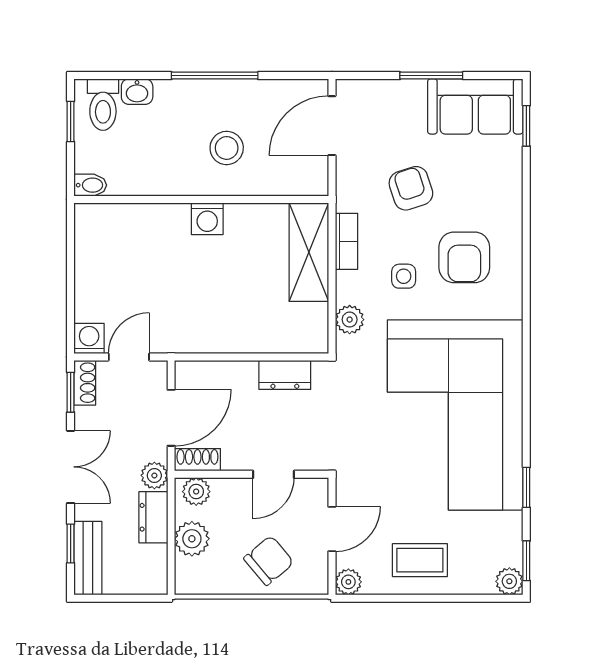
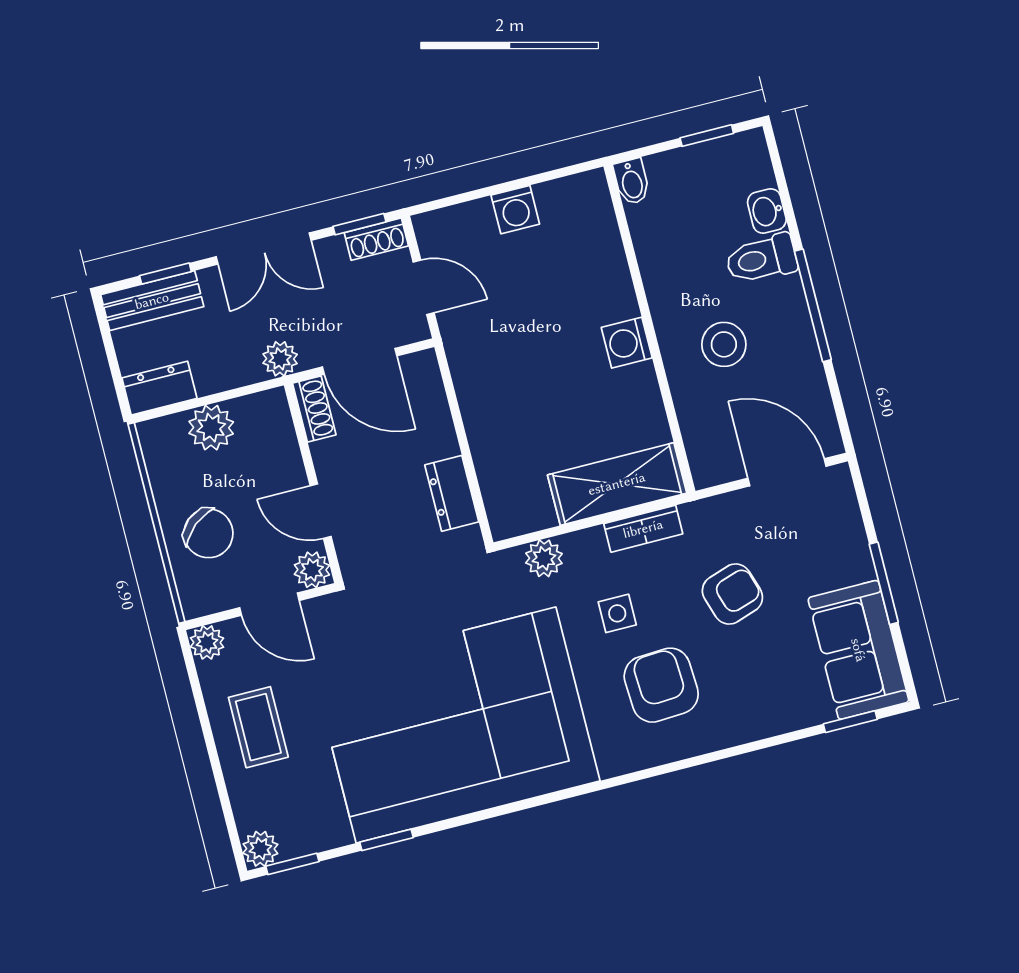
toilet: (103, 105) -> (761, 259), moved
armchair: (464, 257) -> (661, 685), turned 87
washing machine: (89, 339) -> (515, 210), moved, turned 90
plant: (196, 492) -> (312, 570), moved
dresser: (153, 517) -> (159, 388), moved

